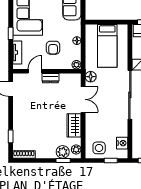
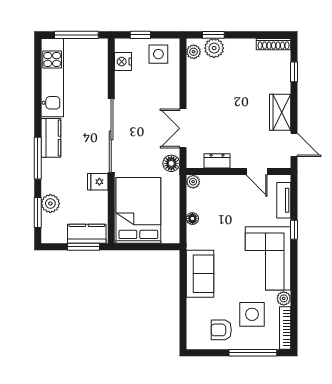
bed: (107, 46) -> (138, 210), width x1.50
armchair: (53, 48) -> (229, 208), removed
door: (35, 71) -> (257, 172), hinge flipped
dresser: (50, 78) -> (217, 161), moved
wardrobe: (74, 125) -> (280, 112), moved, turned 180

